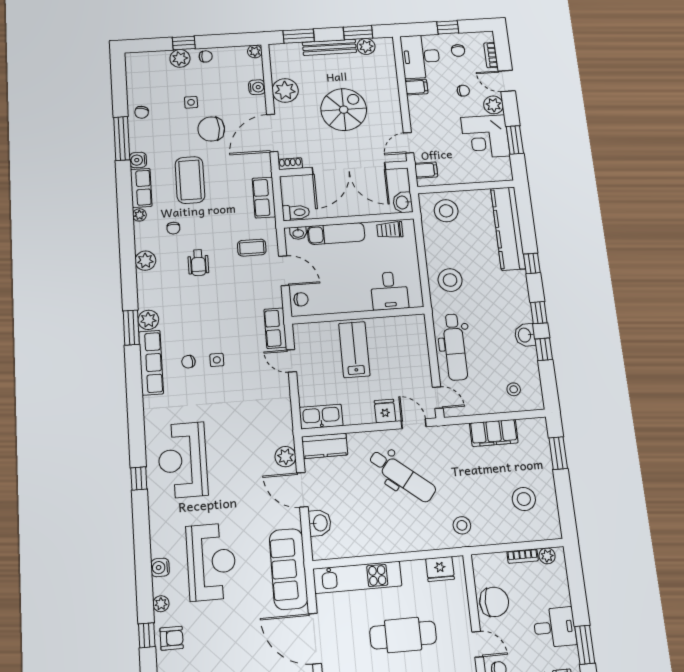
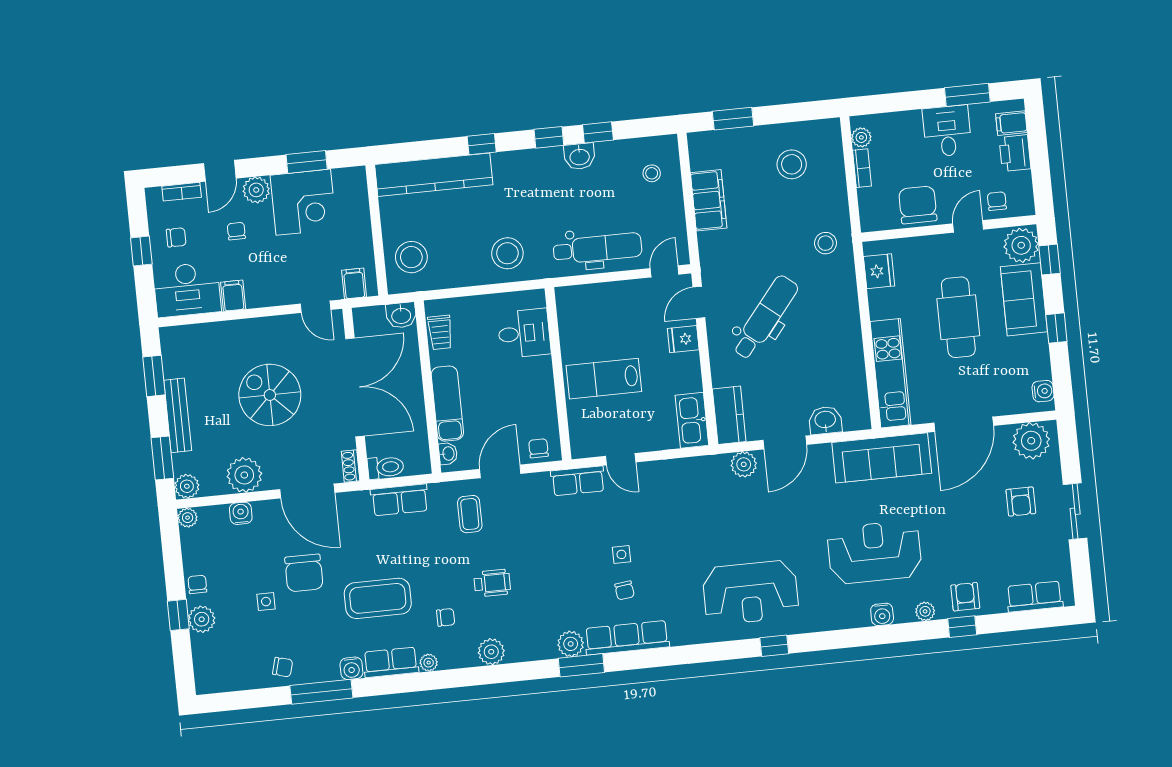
plant: (366, 46) -> (187, 486), moved
toilet: (296, 212) -> (386, 467), moved, turned 90
door: (291, 361) -> (621, 459), hinge flipped

